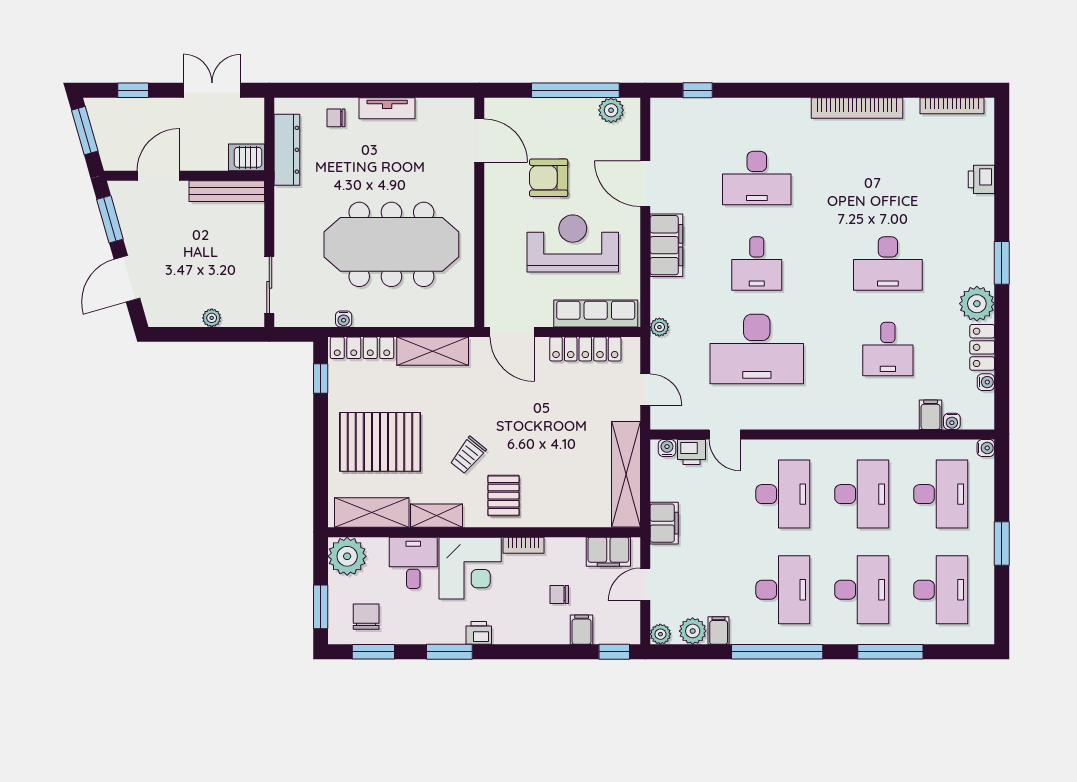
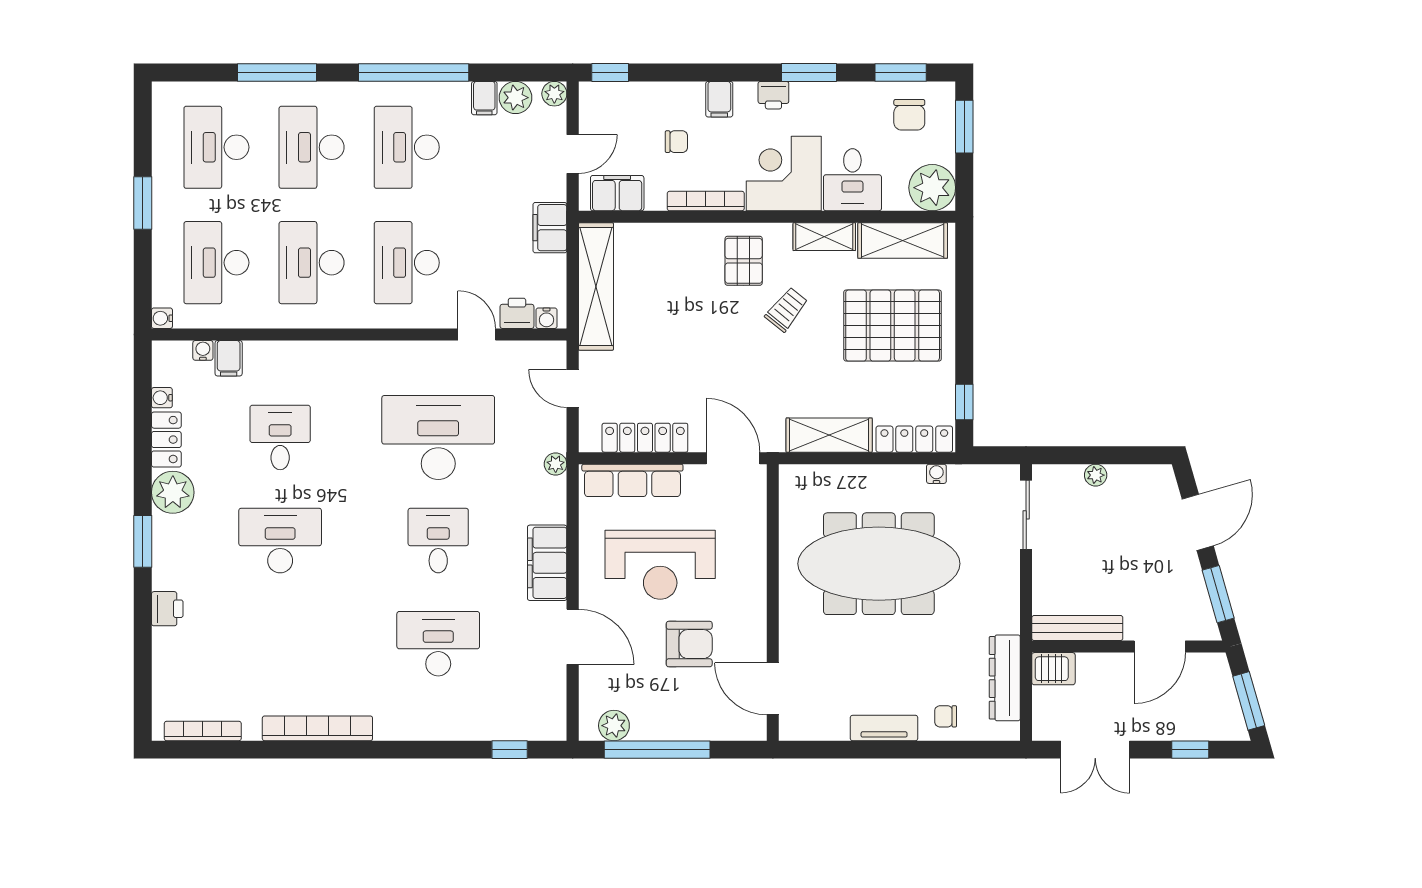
chair: (336, 118) -> (946, 716), turned 180
printer: (981, 179) -> (167, 609), moved
bookcase: (524, 545) -> (706, 201), width x1.56
filing cabinet: (582, 630) -> (719, 99), moved

